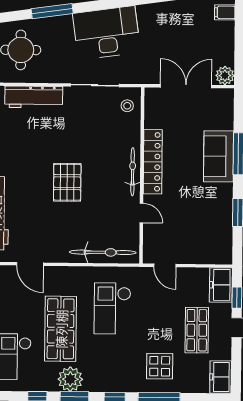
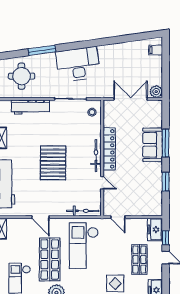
pallet: (67, 182) -> (53, 163), width x1.37, depth x1.41
bicycle: (103, 252) -> (83, 211), width x0.73, depth x0.71
door: (30, 264) -> (40, 217), moved
checkout: (112, 308) -> (84, 246), width x1.36, depth x1.21

